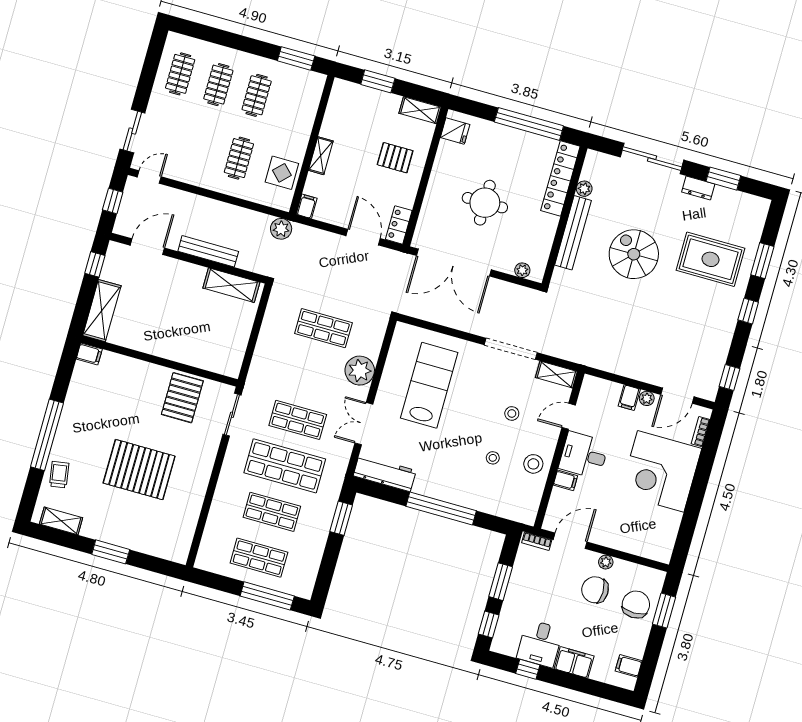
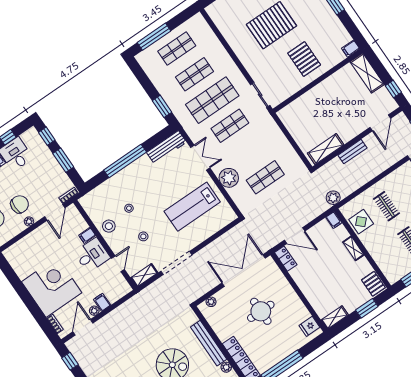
pallet: (395, 158) -> (373, 284), moved, turned 90
bench: (208, 251) -> (352, 152), width x0.73
lab bench: (429, 385) -> (192, 207), turned 90
pallet: (182, 398) -> (304, 59), moved

